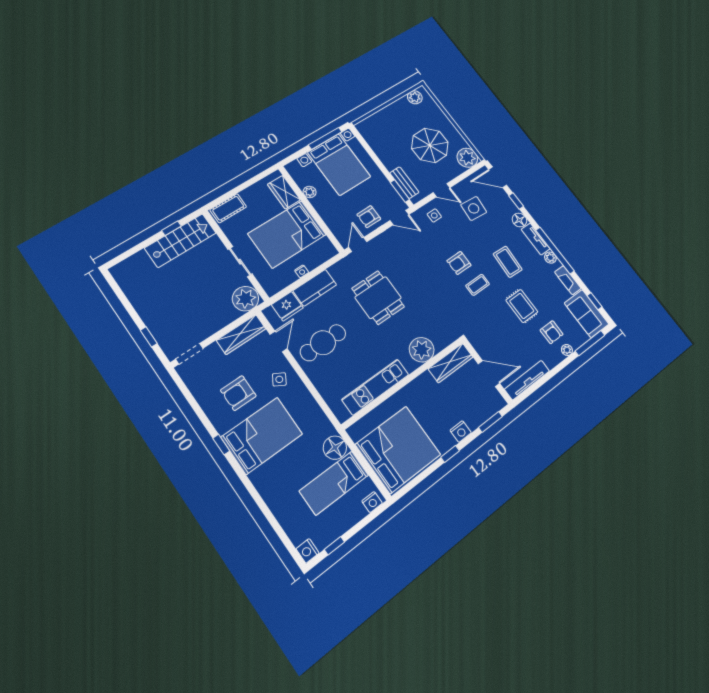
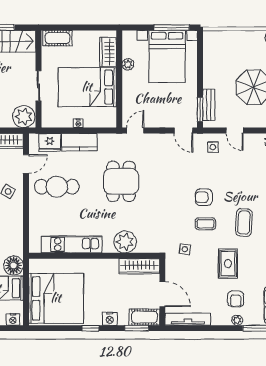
side table: (474, 208) -> (185, 249), moved, width x0.54, depth x0.54
armchair: (369, 217) -> (160, 114), removed
cot: (489, 406) -> (144, 317), added

